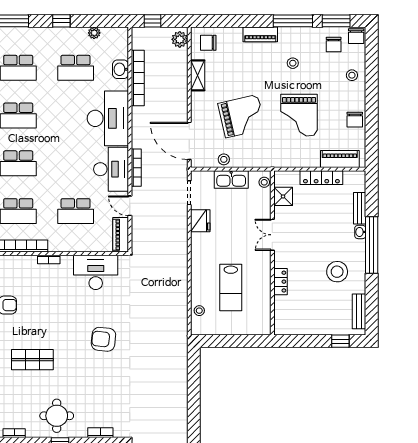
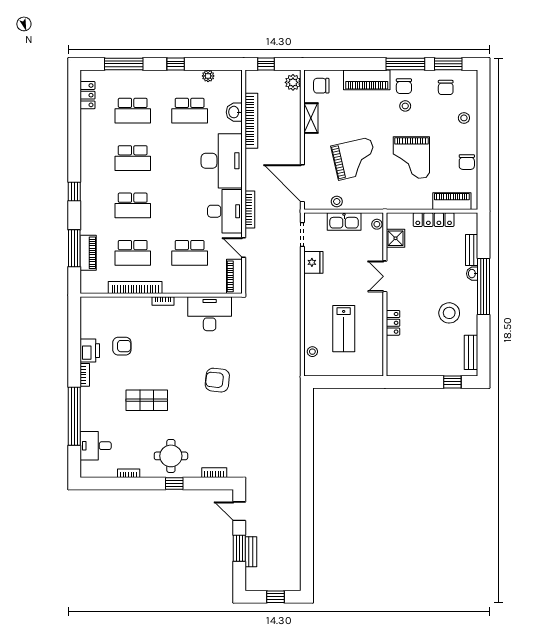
piano: (260, 34) -> (367, 80), width x1.37, depth x1.33
chair: (356, 36) -> (404, 86), moved

